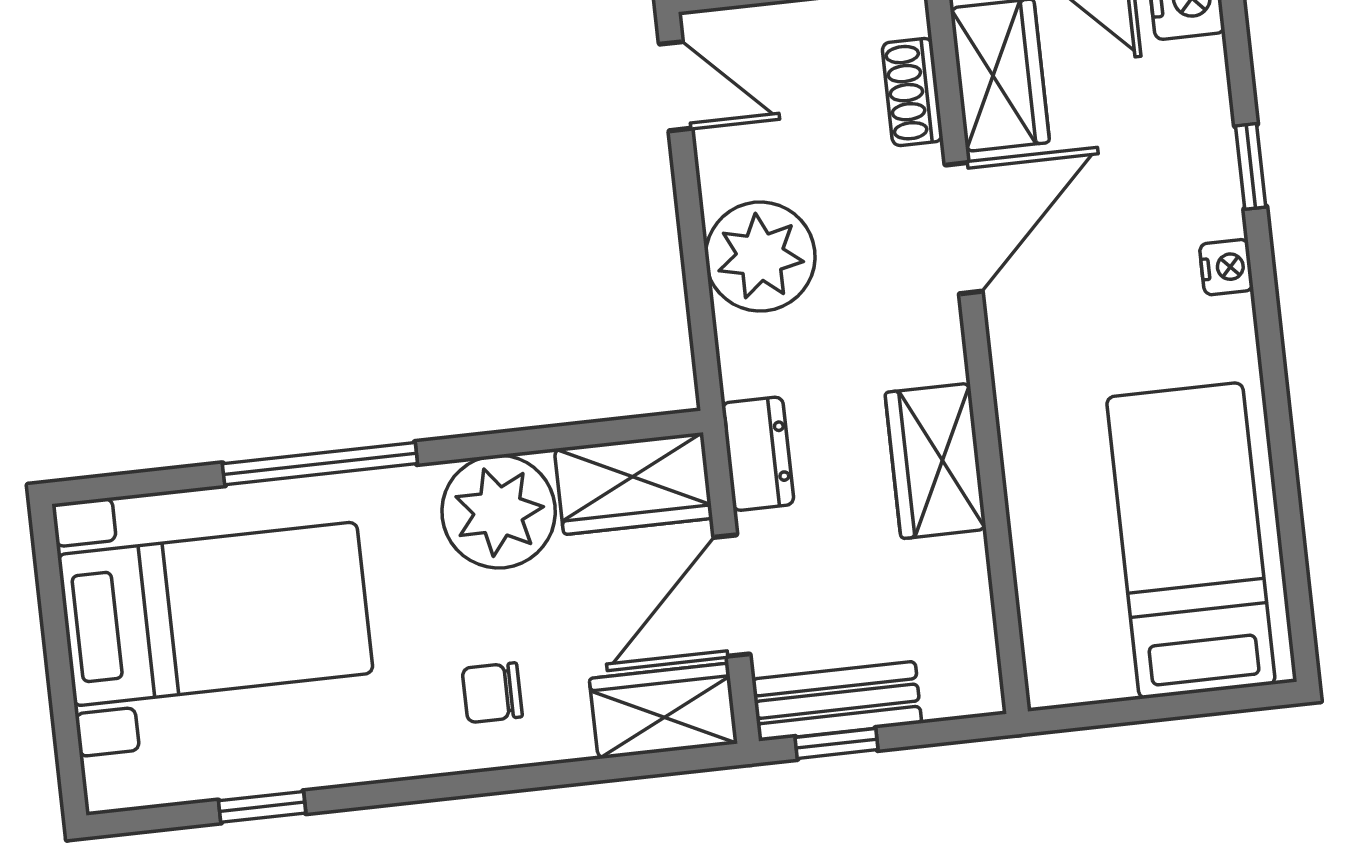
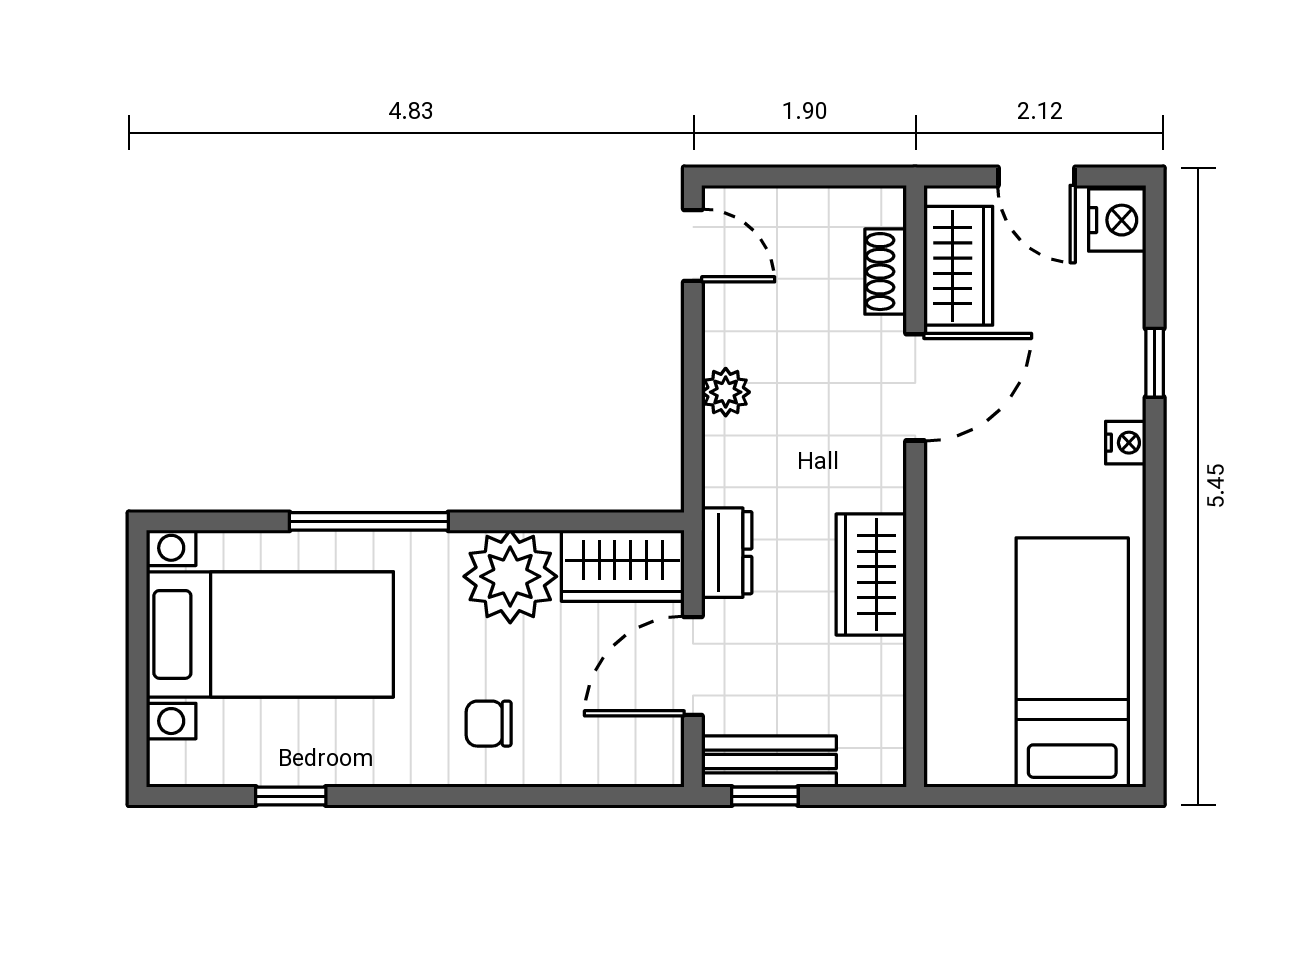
plant: (760, 257) -> (726, 392), width x0.53, depth x0.53
wardrobe: (663, 711) -> (627, 754), removed

